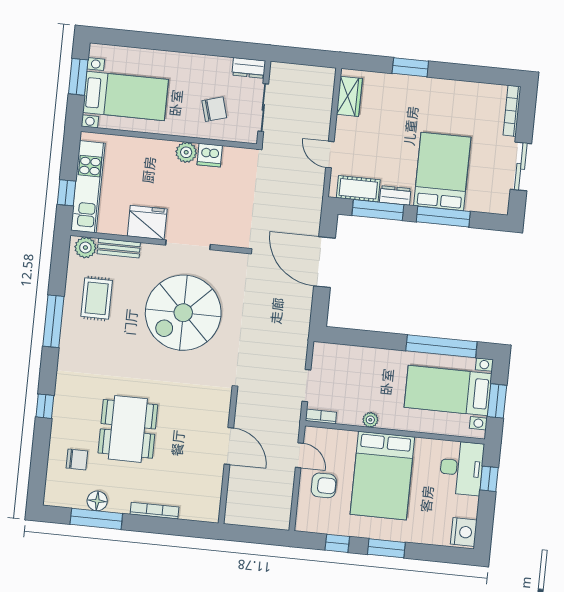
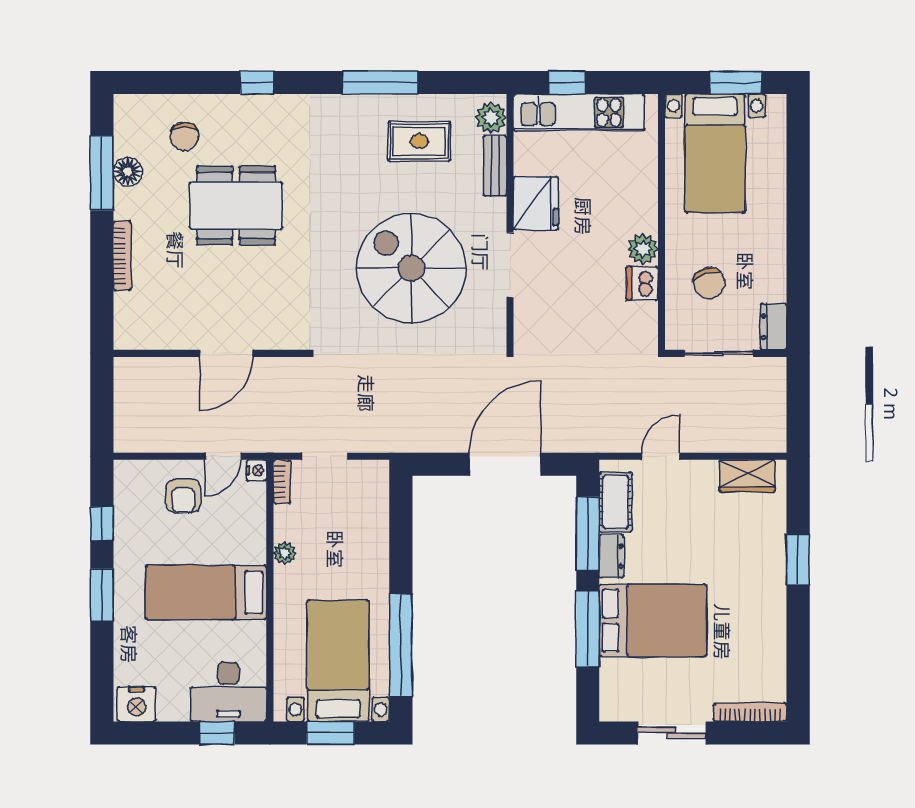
nightstand: (311, 433) -> (256, 470), added
bed: (382, 476) -> (206, 592), width x0.67

